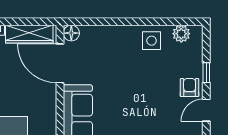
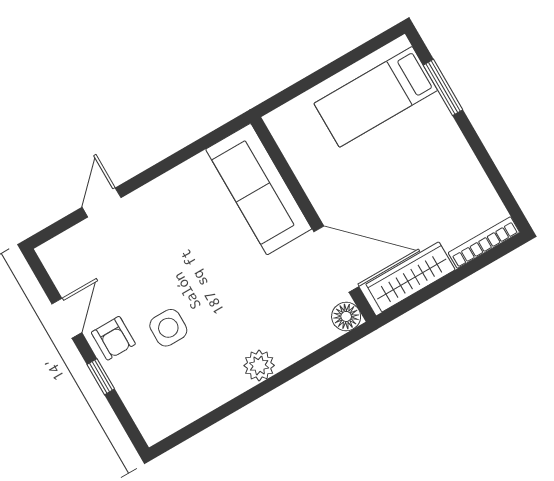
plant: (181, 34) -> (259, 365), moved
side table: (152, 41) -> (168, 328), moved

